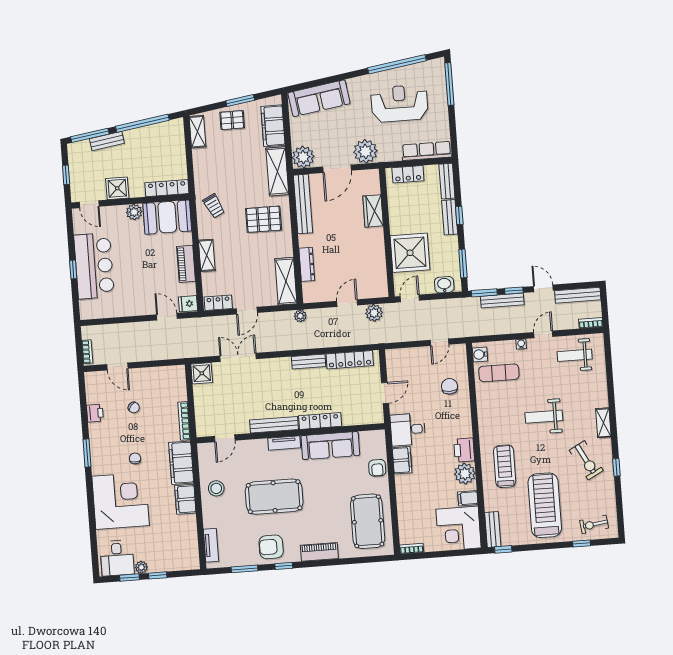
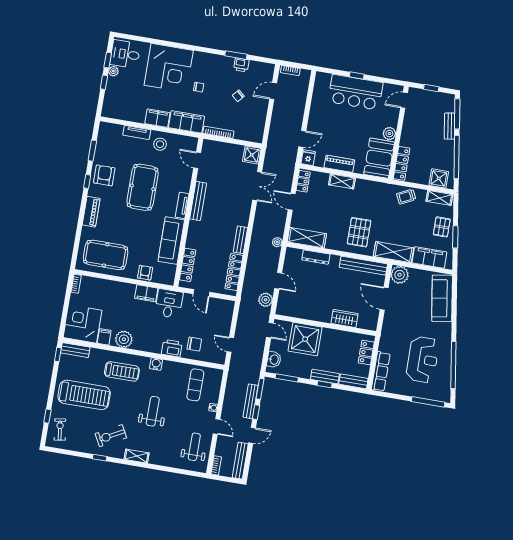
plant: (365, 151) -> (392, 324), removed
shower: (117, 188) -> (439, 178), moved
trolley: (214, 206) -> (406, 197), moved
water cooler: (480, 354) -> (156, 364), moved
locker: (320, 421) -> (188, 265), moved
printer: (464, 450) -> (172, 348), moved
window: (87, 453) -> (236, 55), moved
armchair: (377, 468) -> (145, 273), turned 90
tv unit: (211, 545) -> (137, 133), moved

